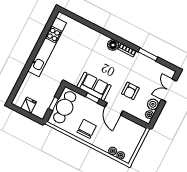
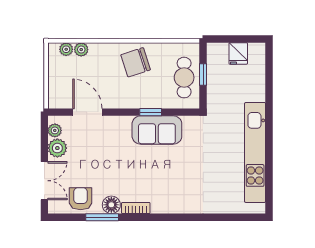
floor lamp: (113, 45) -> (111, 205), moved
armchair: (130, 91) -> (81, 199), moved
cafe table: (65, 107) -> (184, 78), width x0.73, depth x0.74
door: (114, 109) -> (87, 112), moved
chair: (87, 129) -> (136, 62), turned 72

